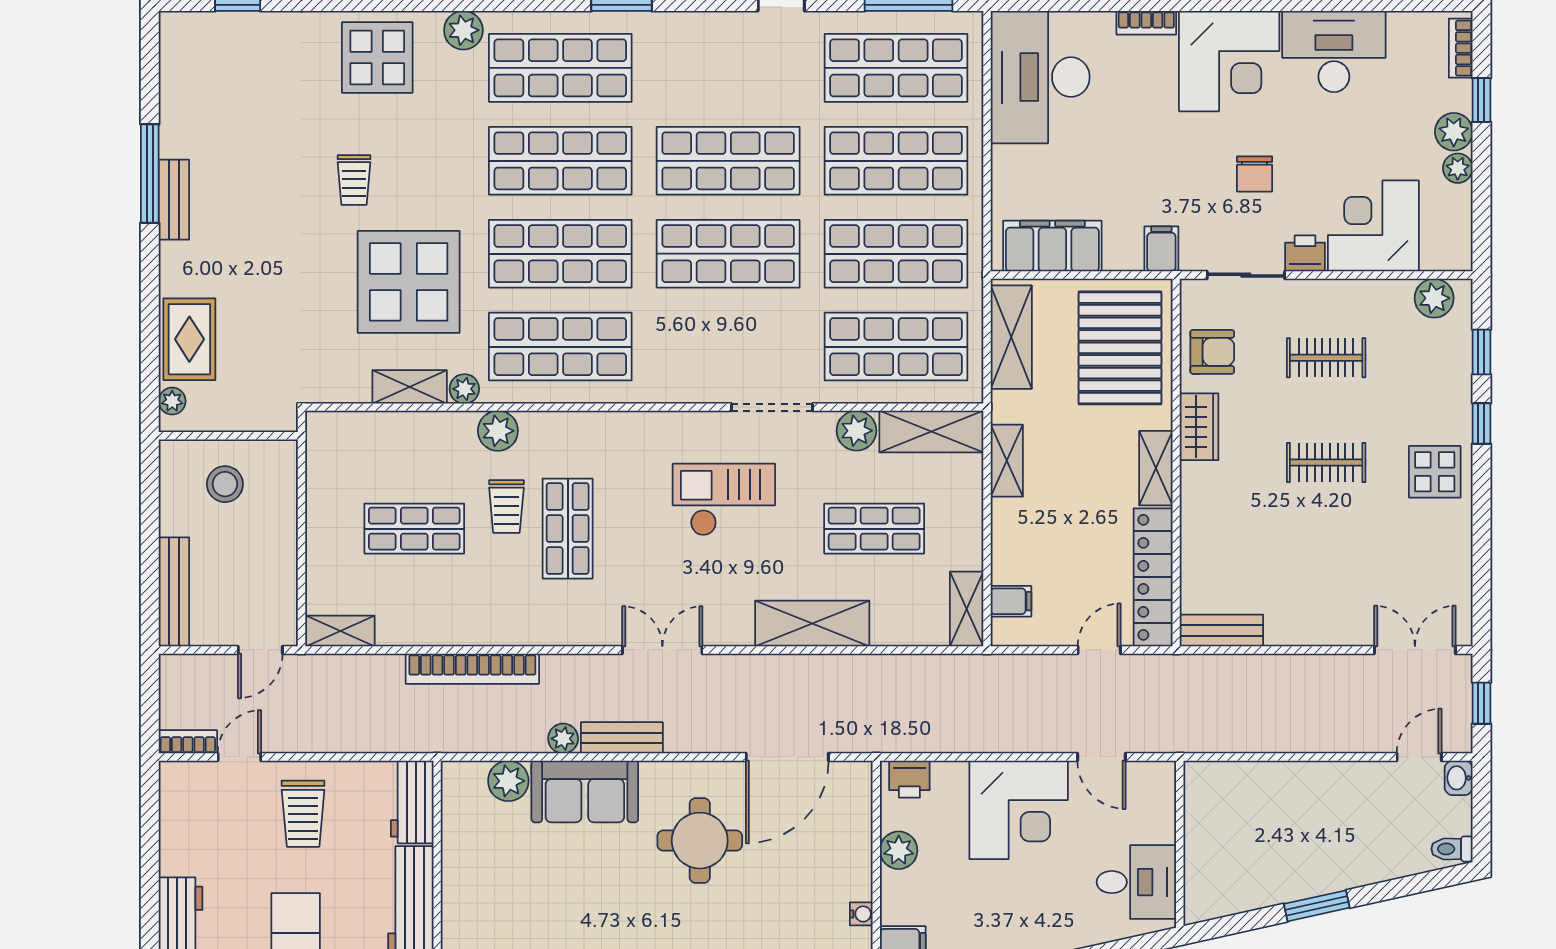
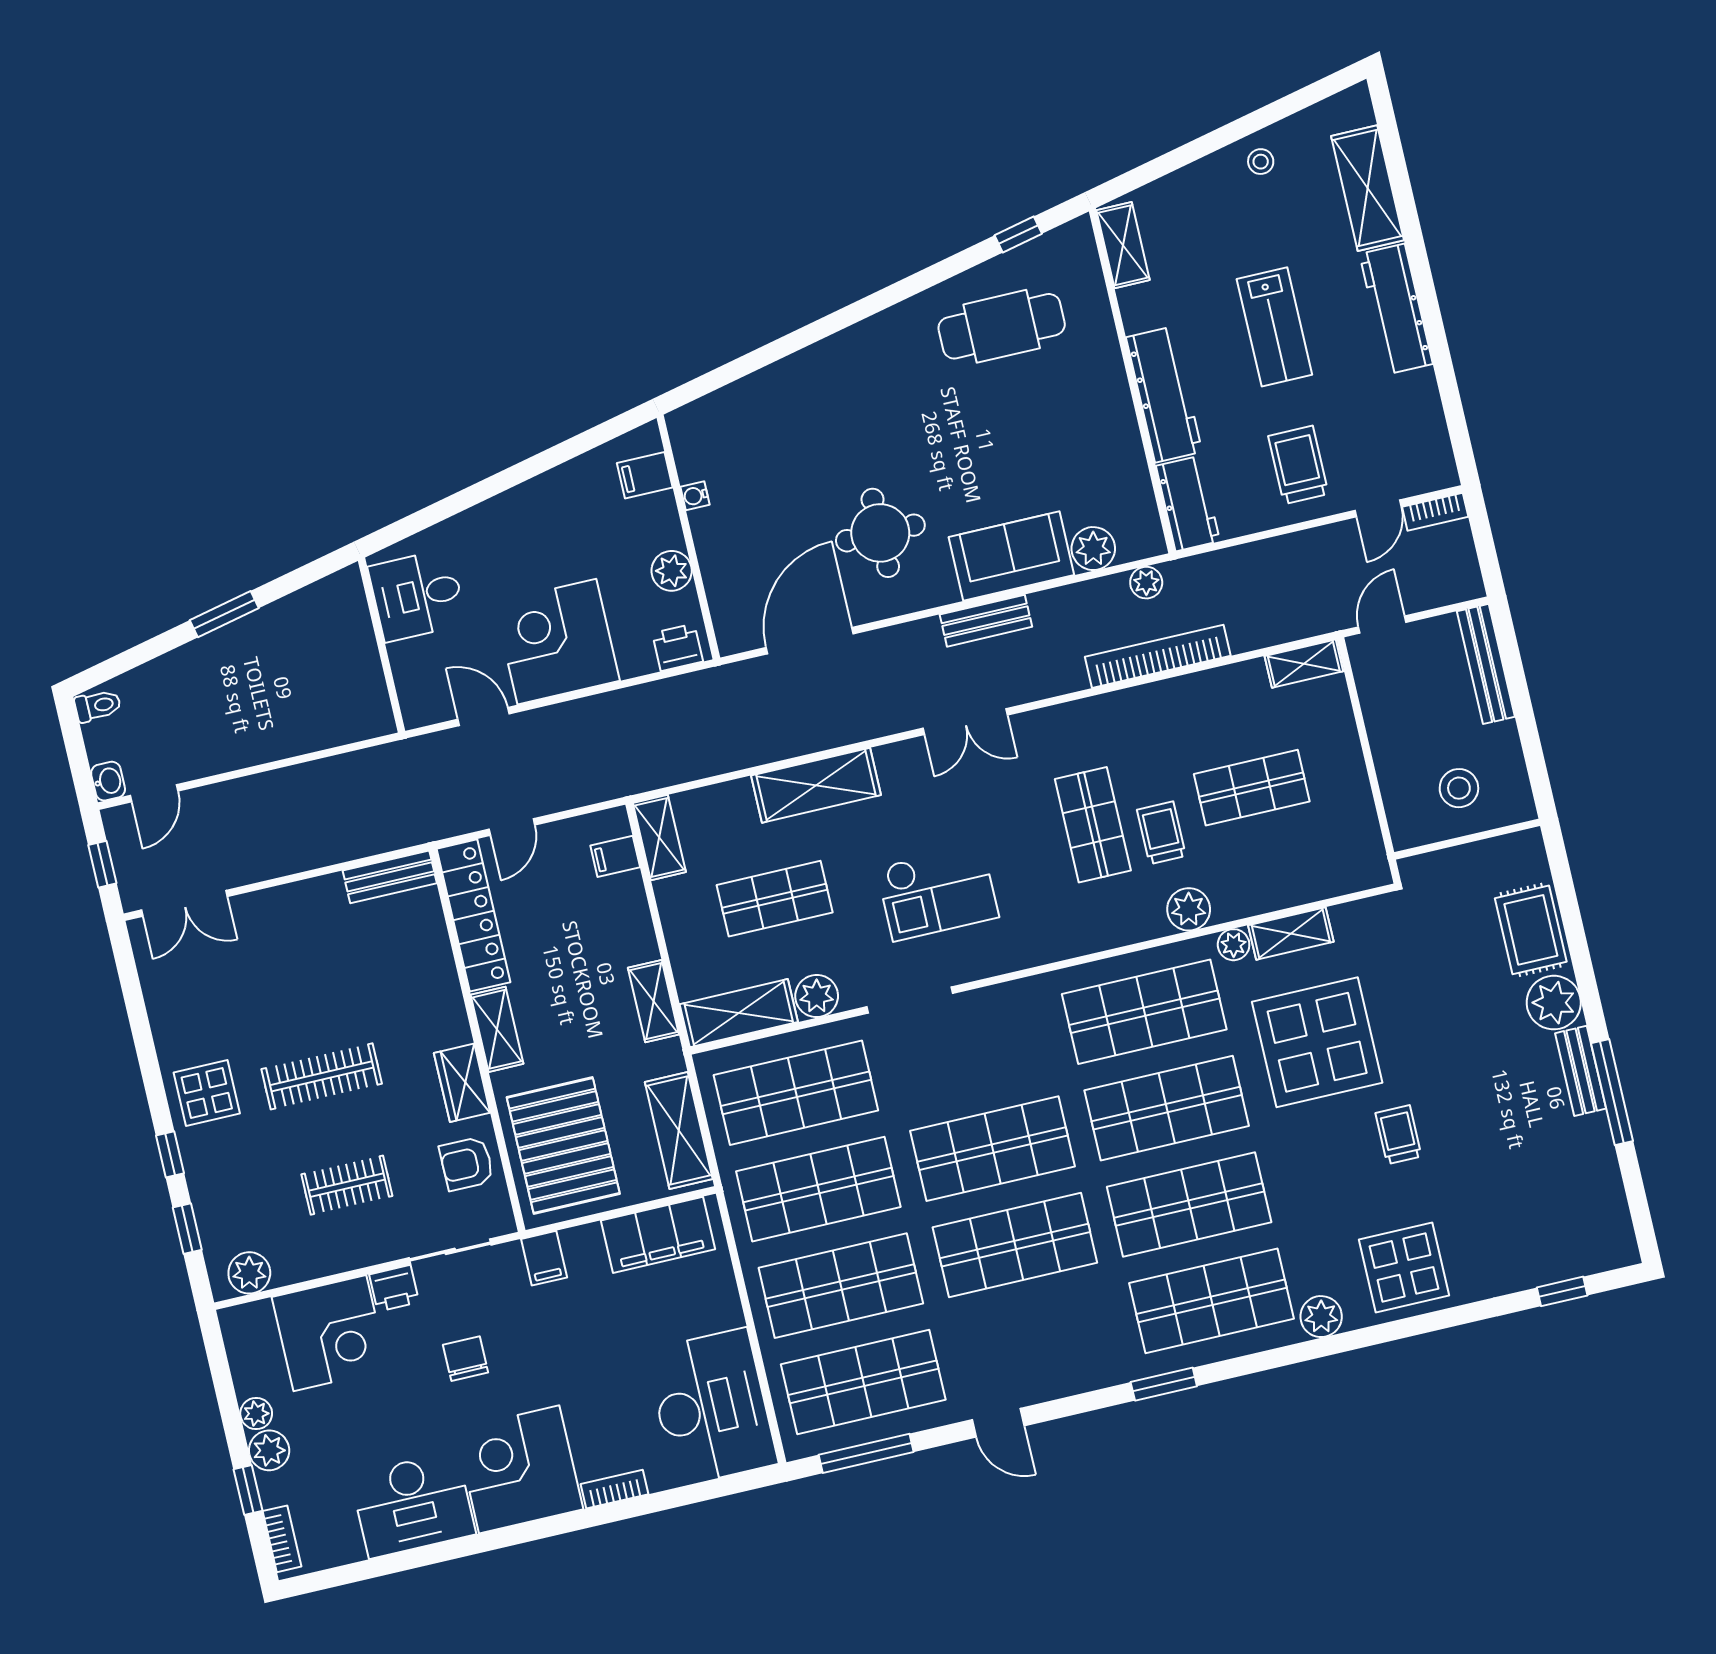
plant: (172, 401) -> (1554, 1003), moved, width x1.88, depth x1.88
clothes rail: (1326, 463) -> (322, 1076), width x1.36
plant: (563, 739) -> (1146, 583), moved

